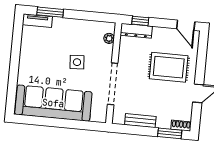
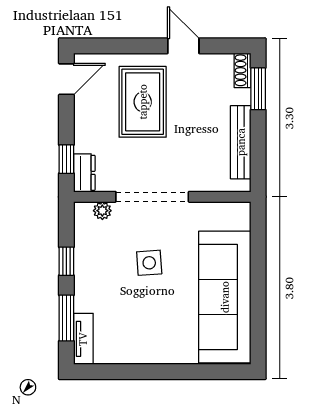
window: (82, 15) -> (66, 261), added
dresser: (136, 31) -> (84, 173), width x0.70
doorway: (113, 84) -> (152, 197), moved
bench: (140, 121) -> (241, 142), width x1.36

